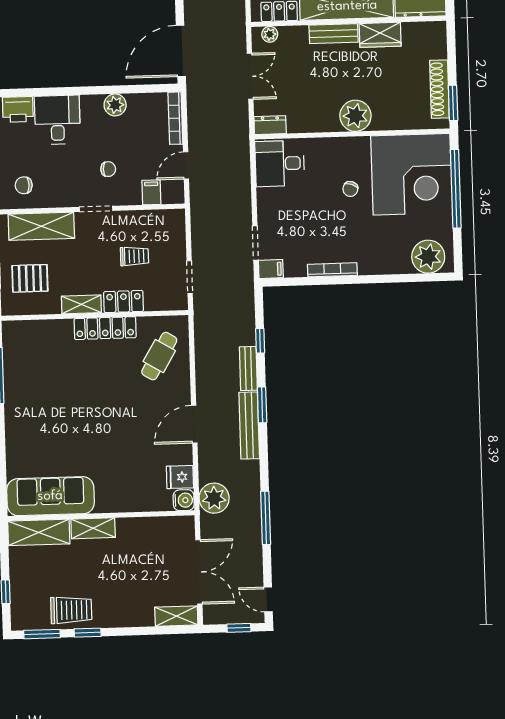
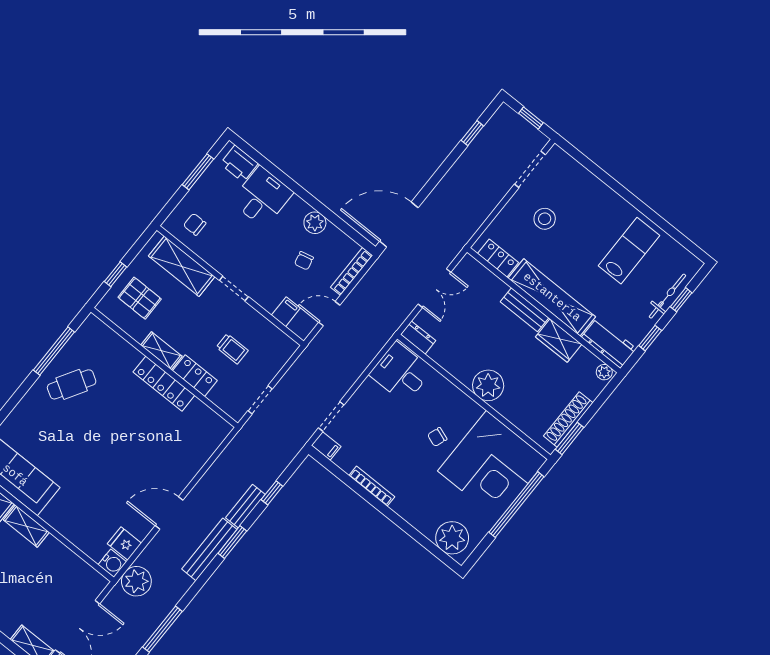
plant: (270, 34) -> (604, 372), moved
chair: (108, 169) -> (304, 261), moved, turned 77
cafe table: (159, 356) -> (72, 384), moved

